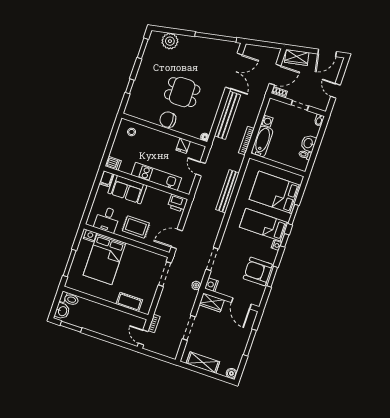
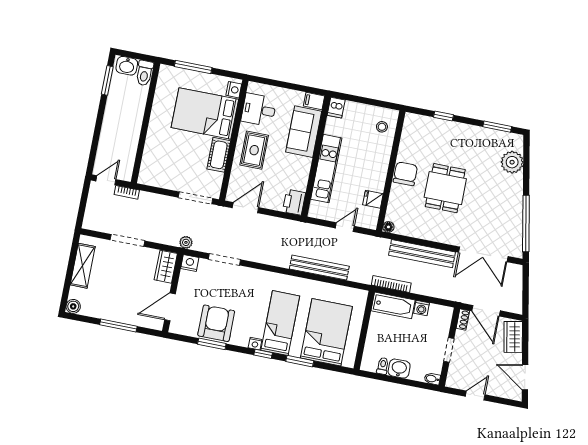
door: (177, 239) -> (245, 208), hinge flipped
cot: (129, 302) -> (219, 155), moved

